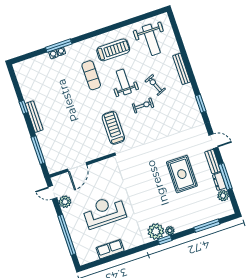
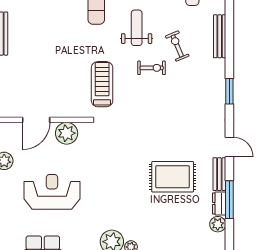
plant: (101, 169) -> (67, 133), added
rug: (182, 174) -> (173, 177), turned 90

